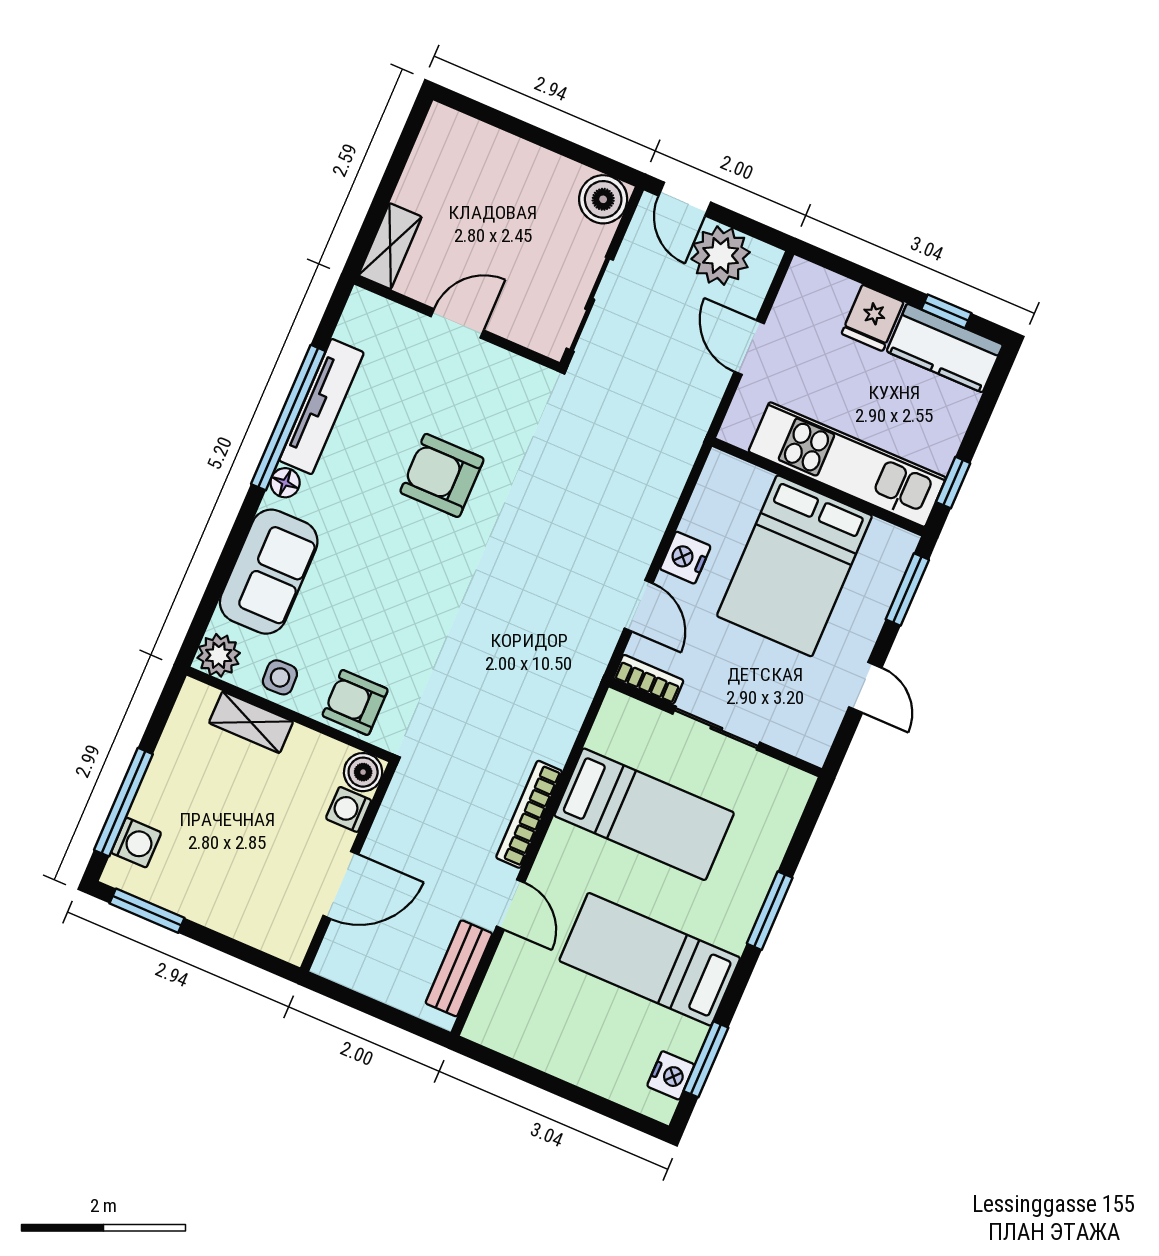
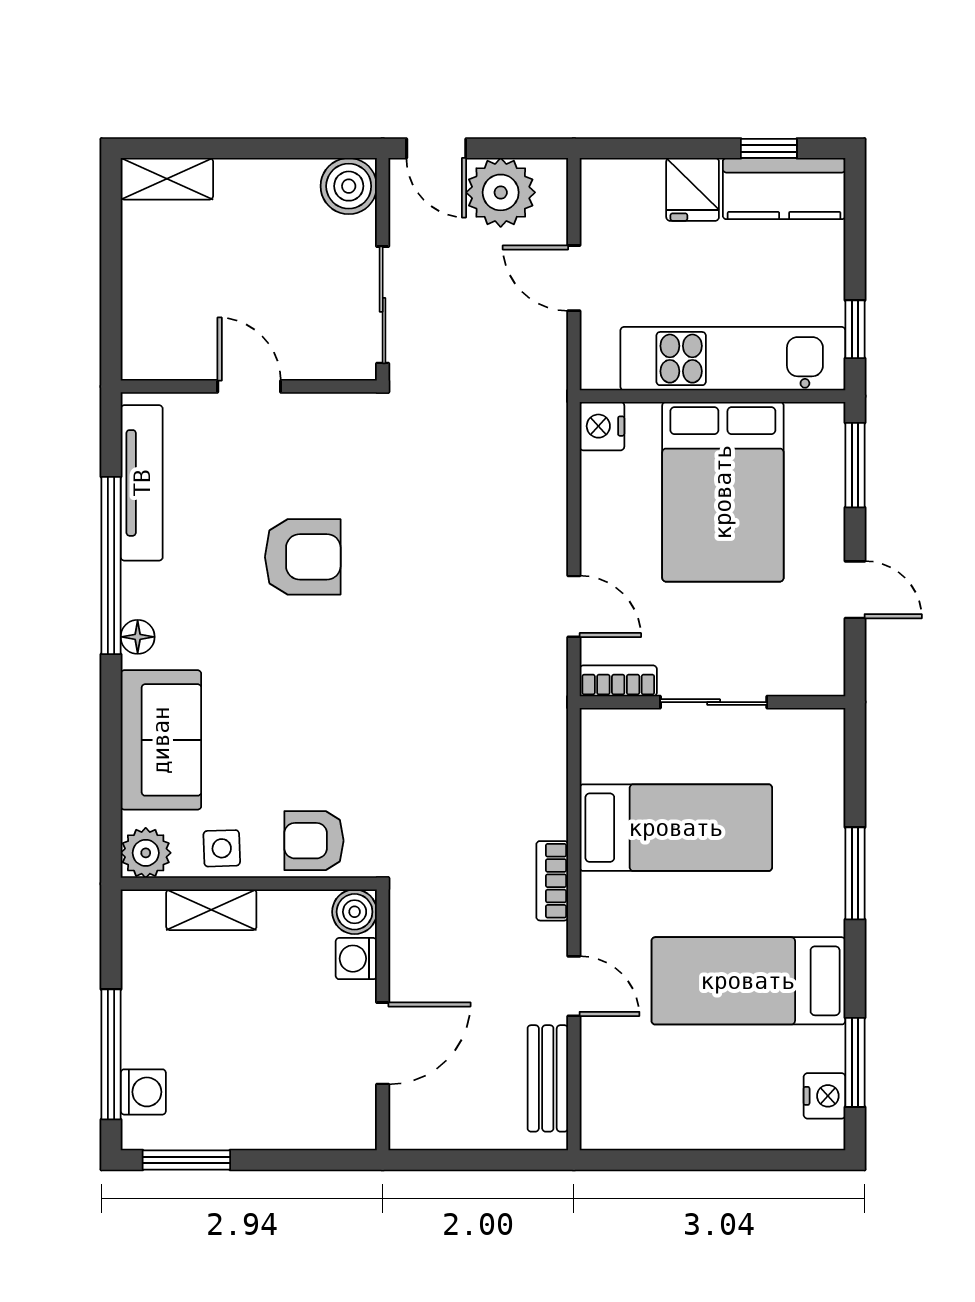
shelving: (390, 246) -> (167, 179), moved, turned 90
door: (457, 323) -> (249, 386), hinge flipped
tv unit: (322, 407) -> (142, 483), moved
armchair: (442, 475) -> (303, 557), turned 180
nightstand: (685, 558) -> (602, 426), moved
bookcase: (529, 814) -> (552, 881), width x0.64

